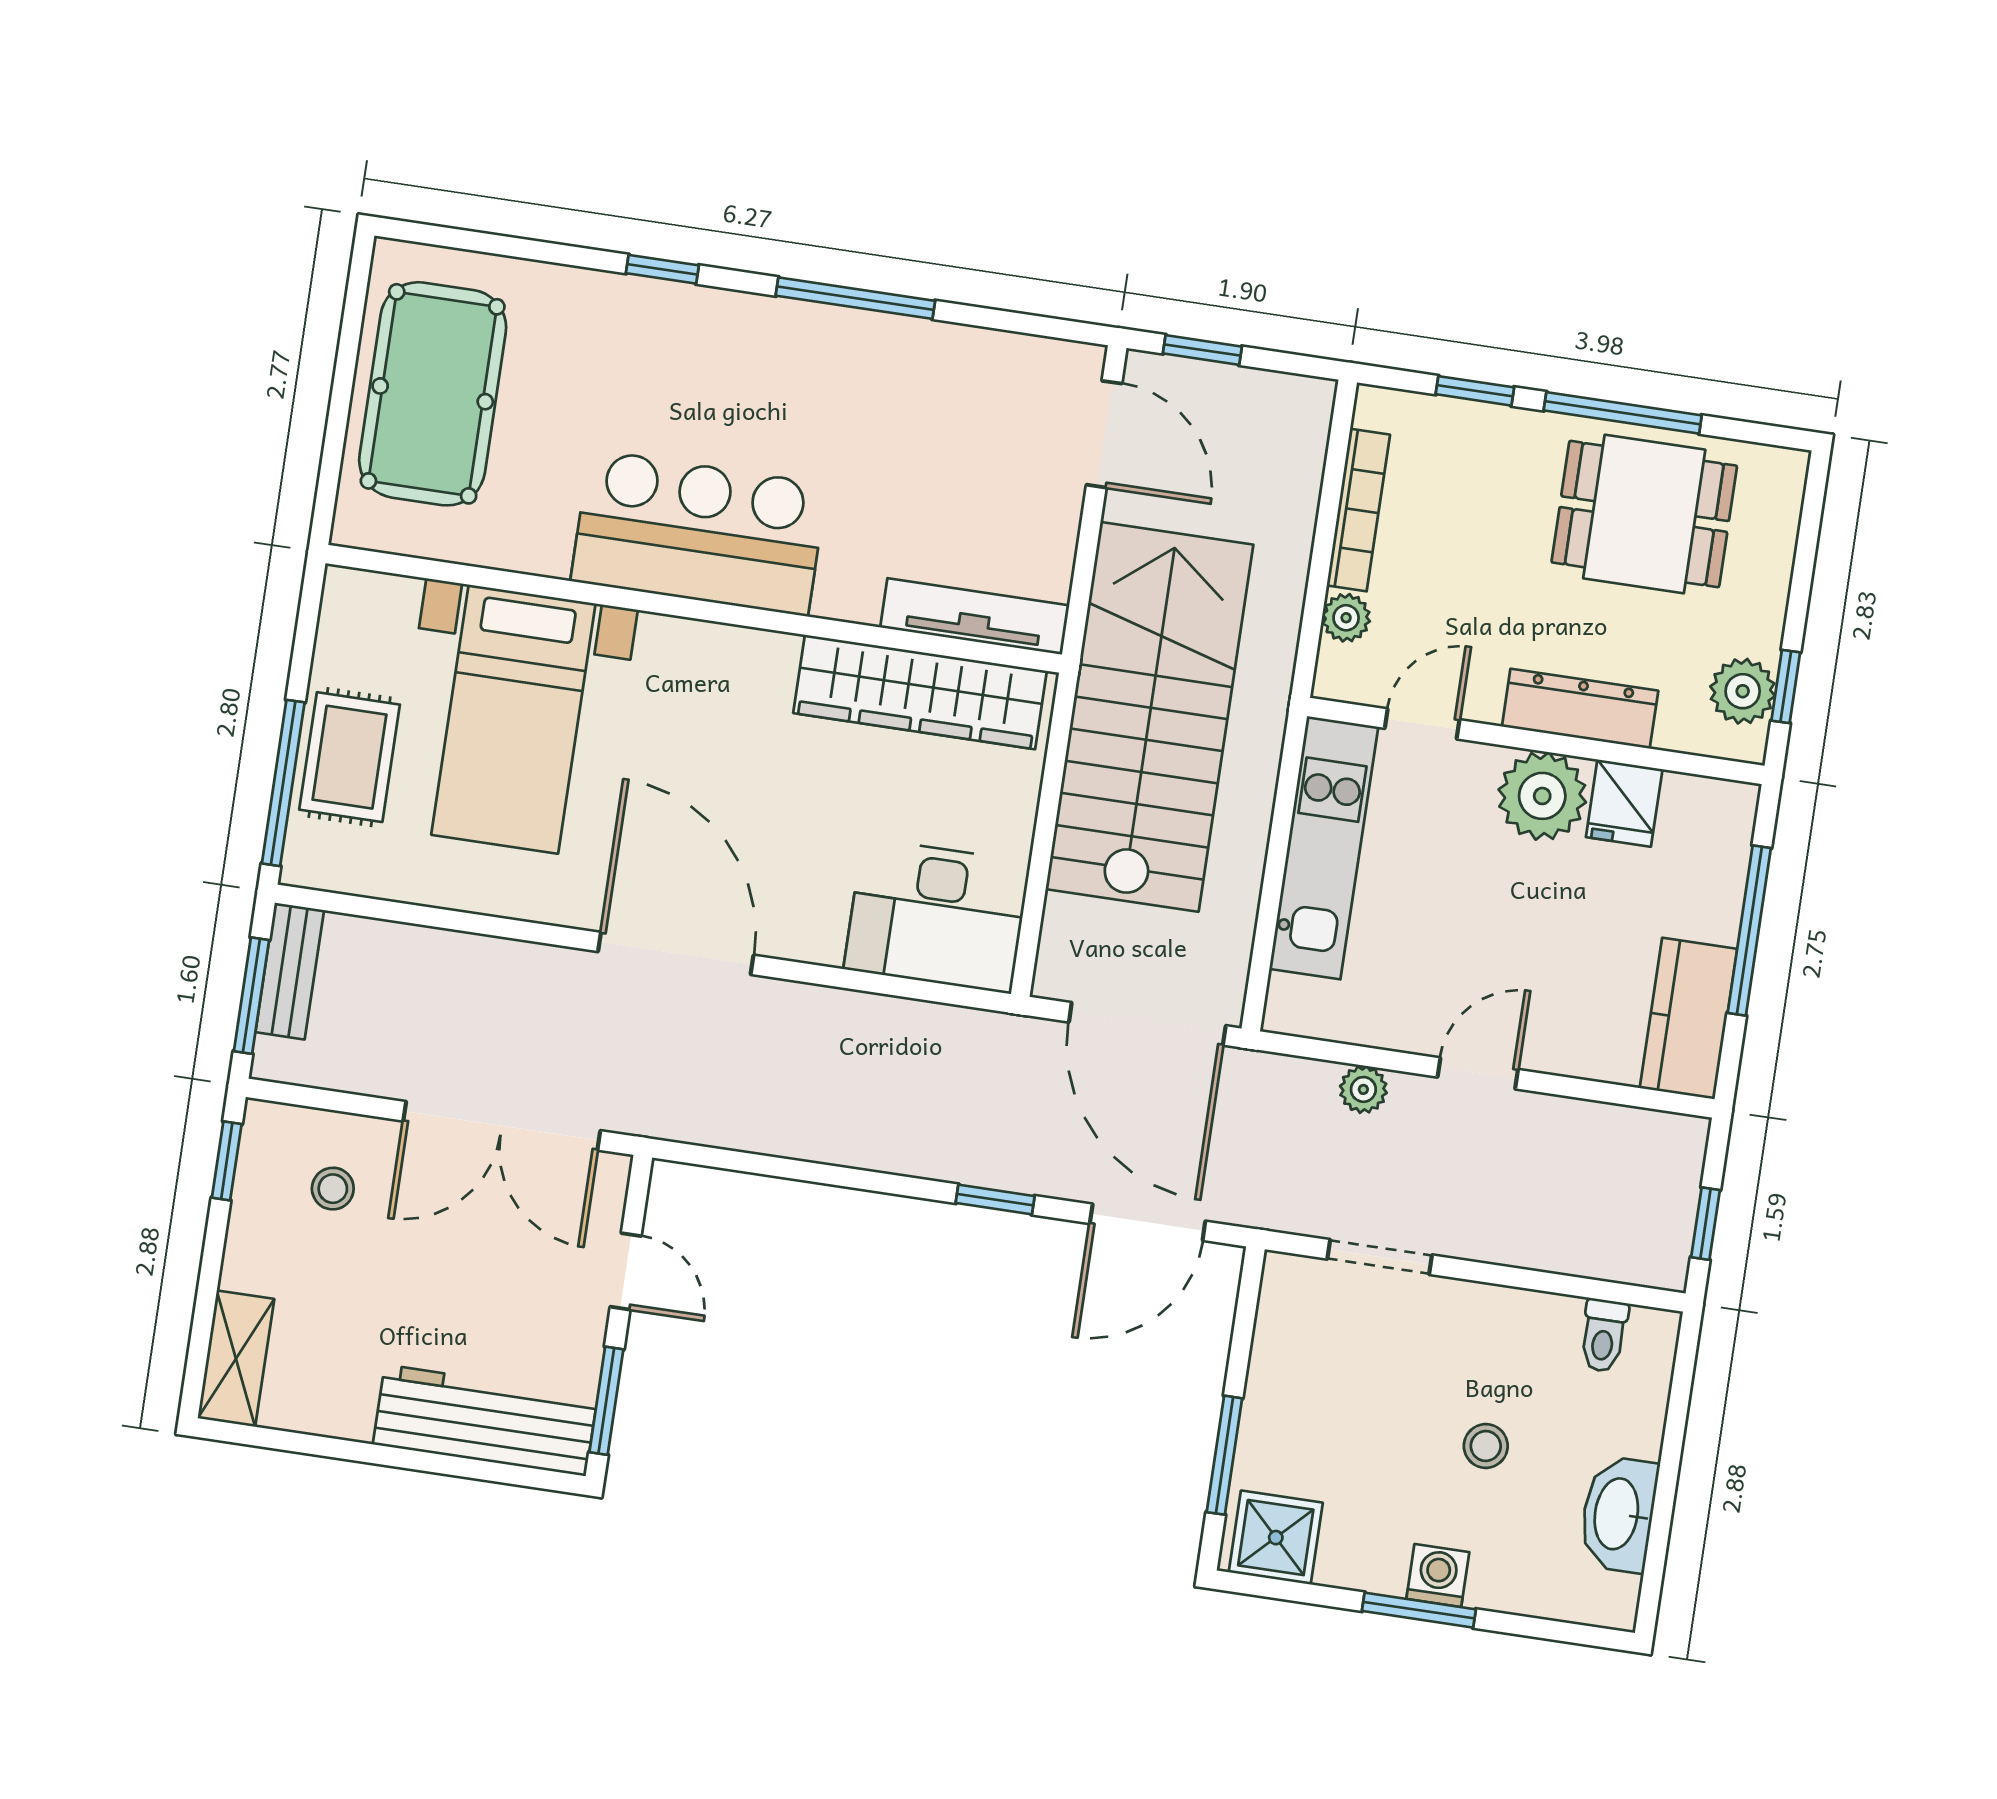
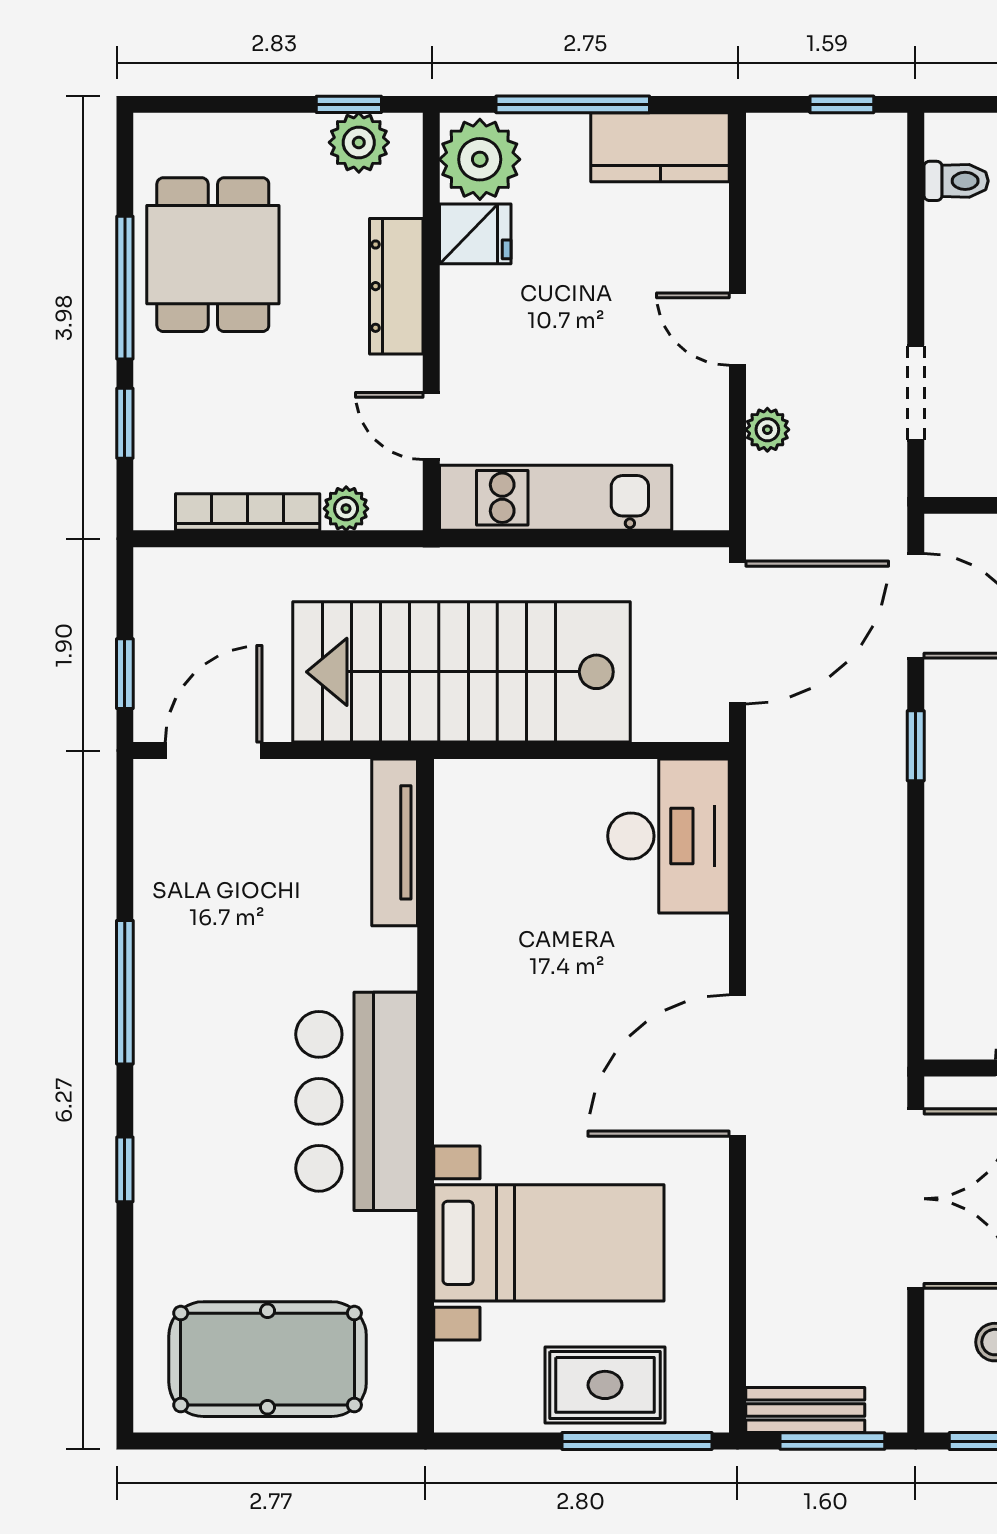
wardrobe: (920, 692) -> (470, 881), removed
plant: (1542, 796) -> (480, 159), moved

